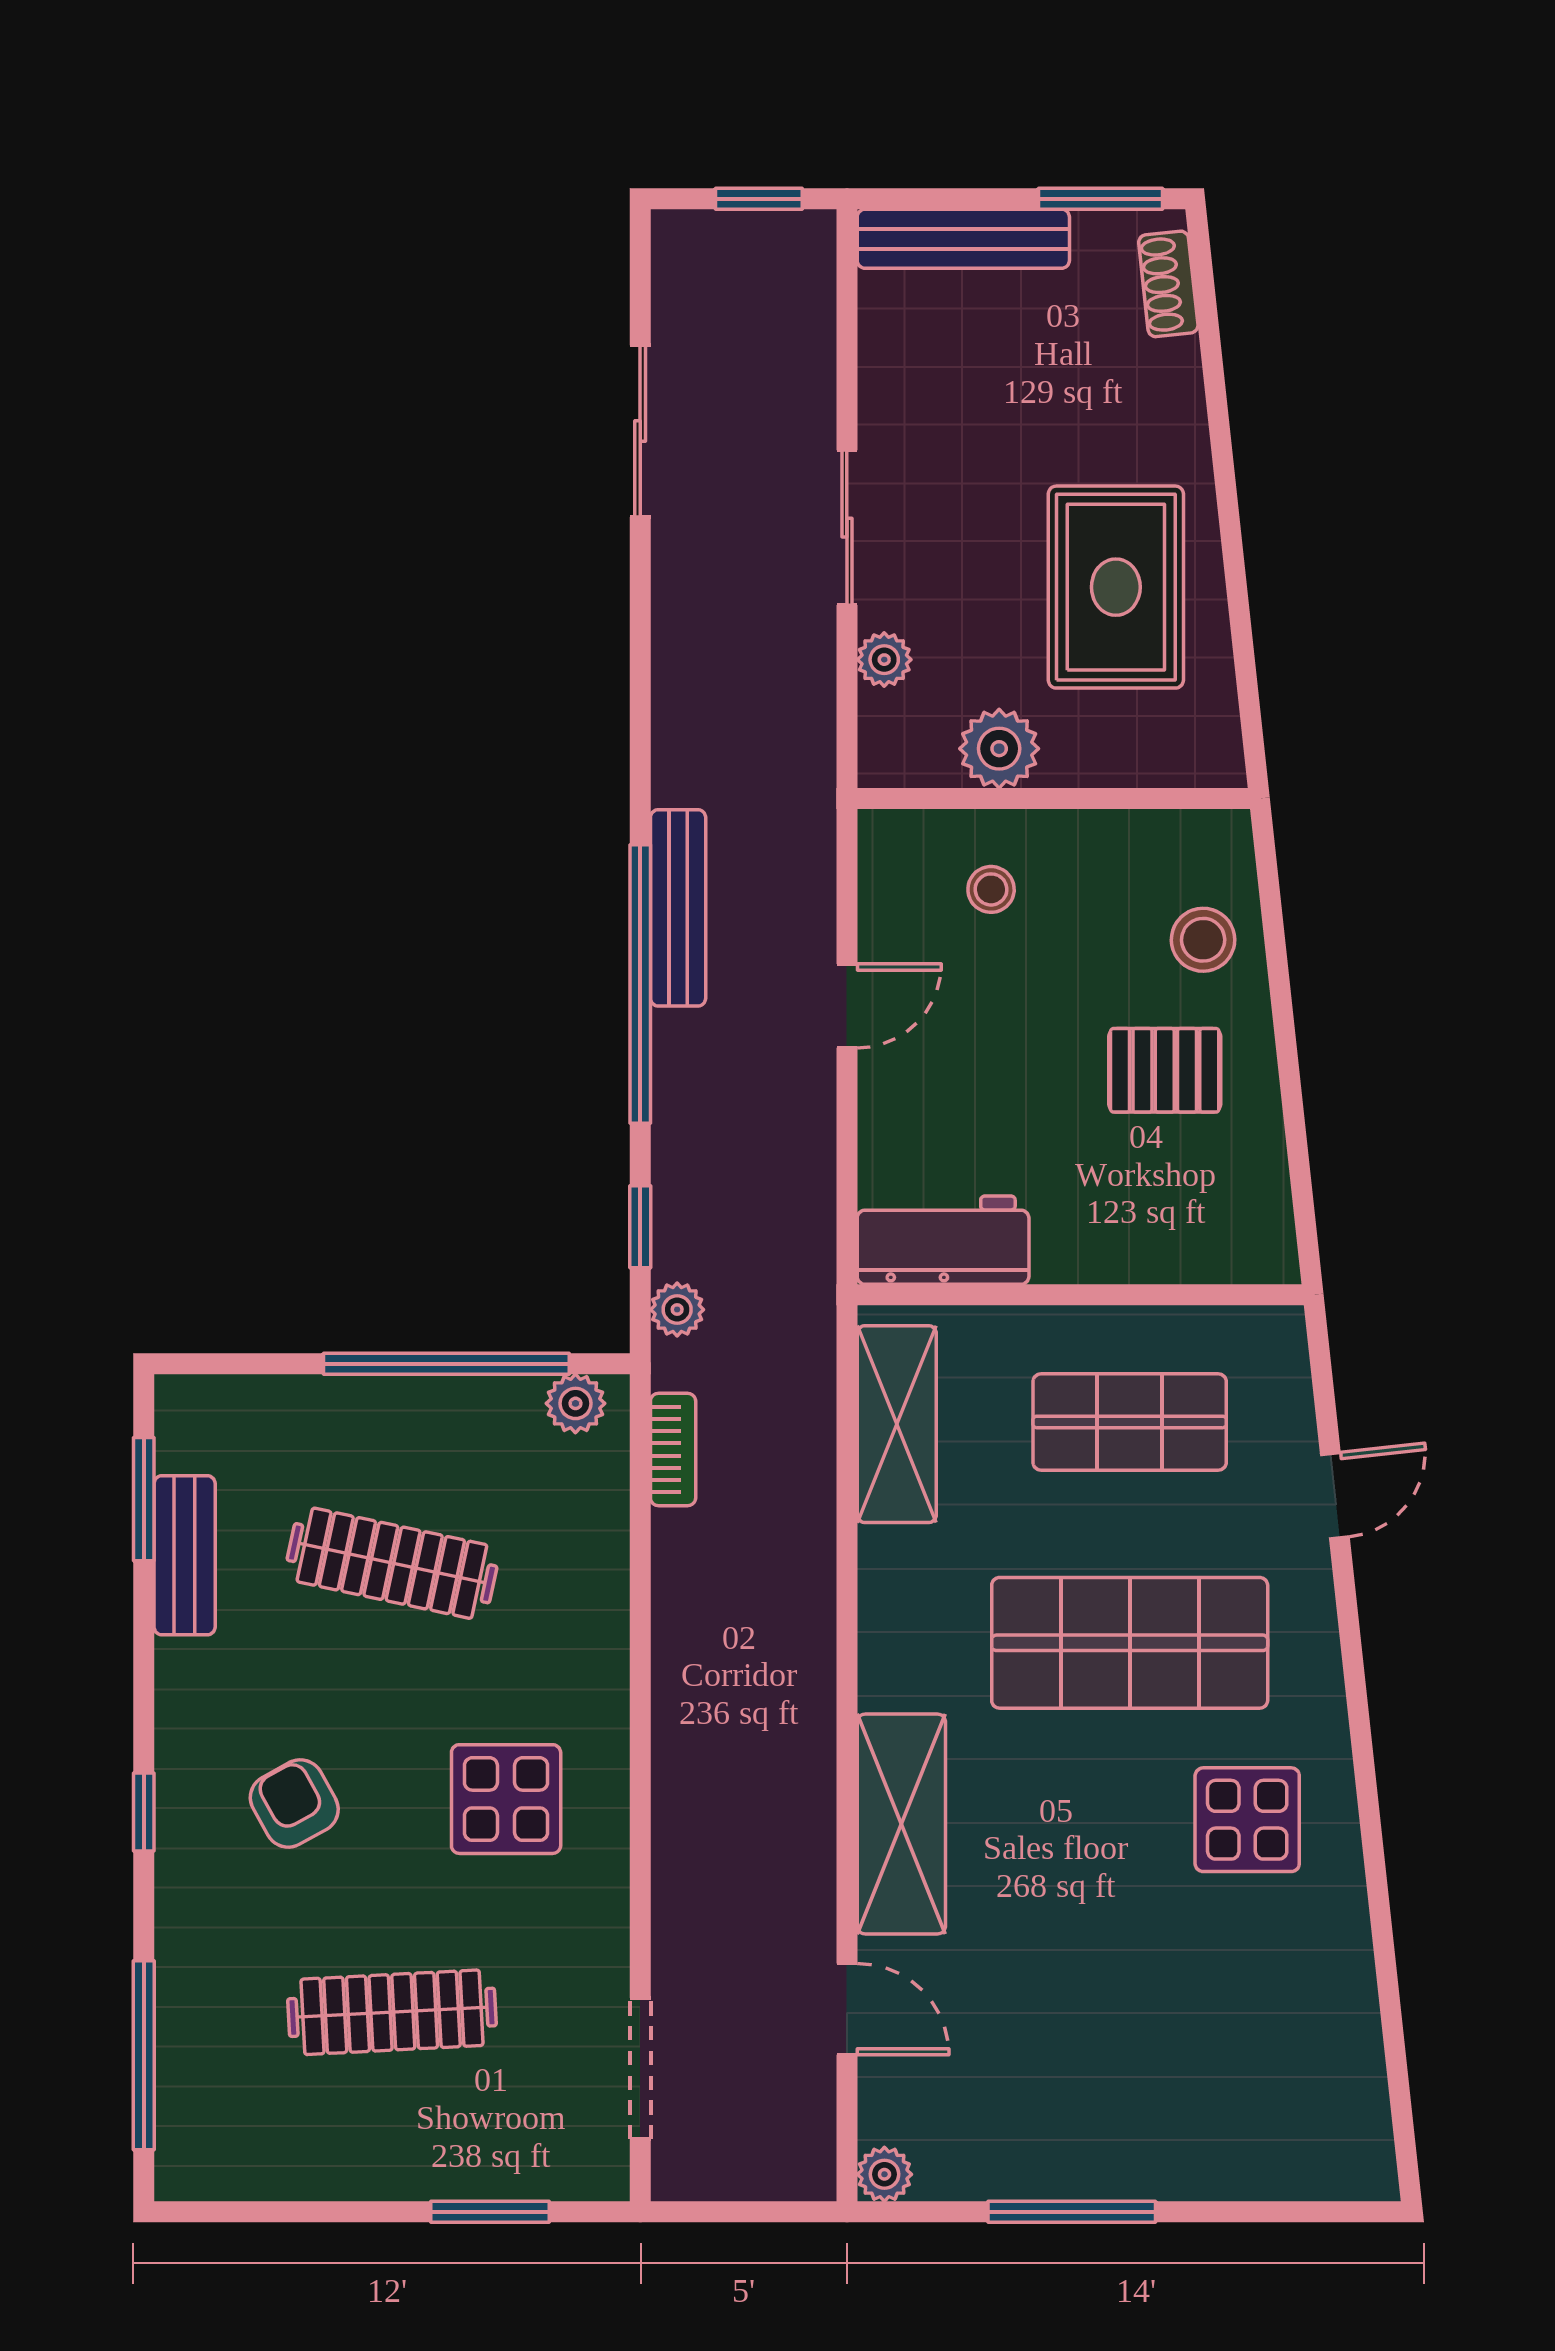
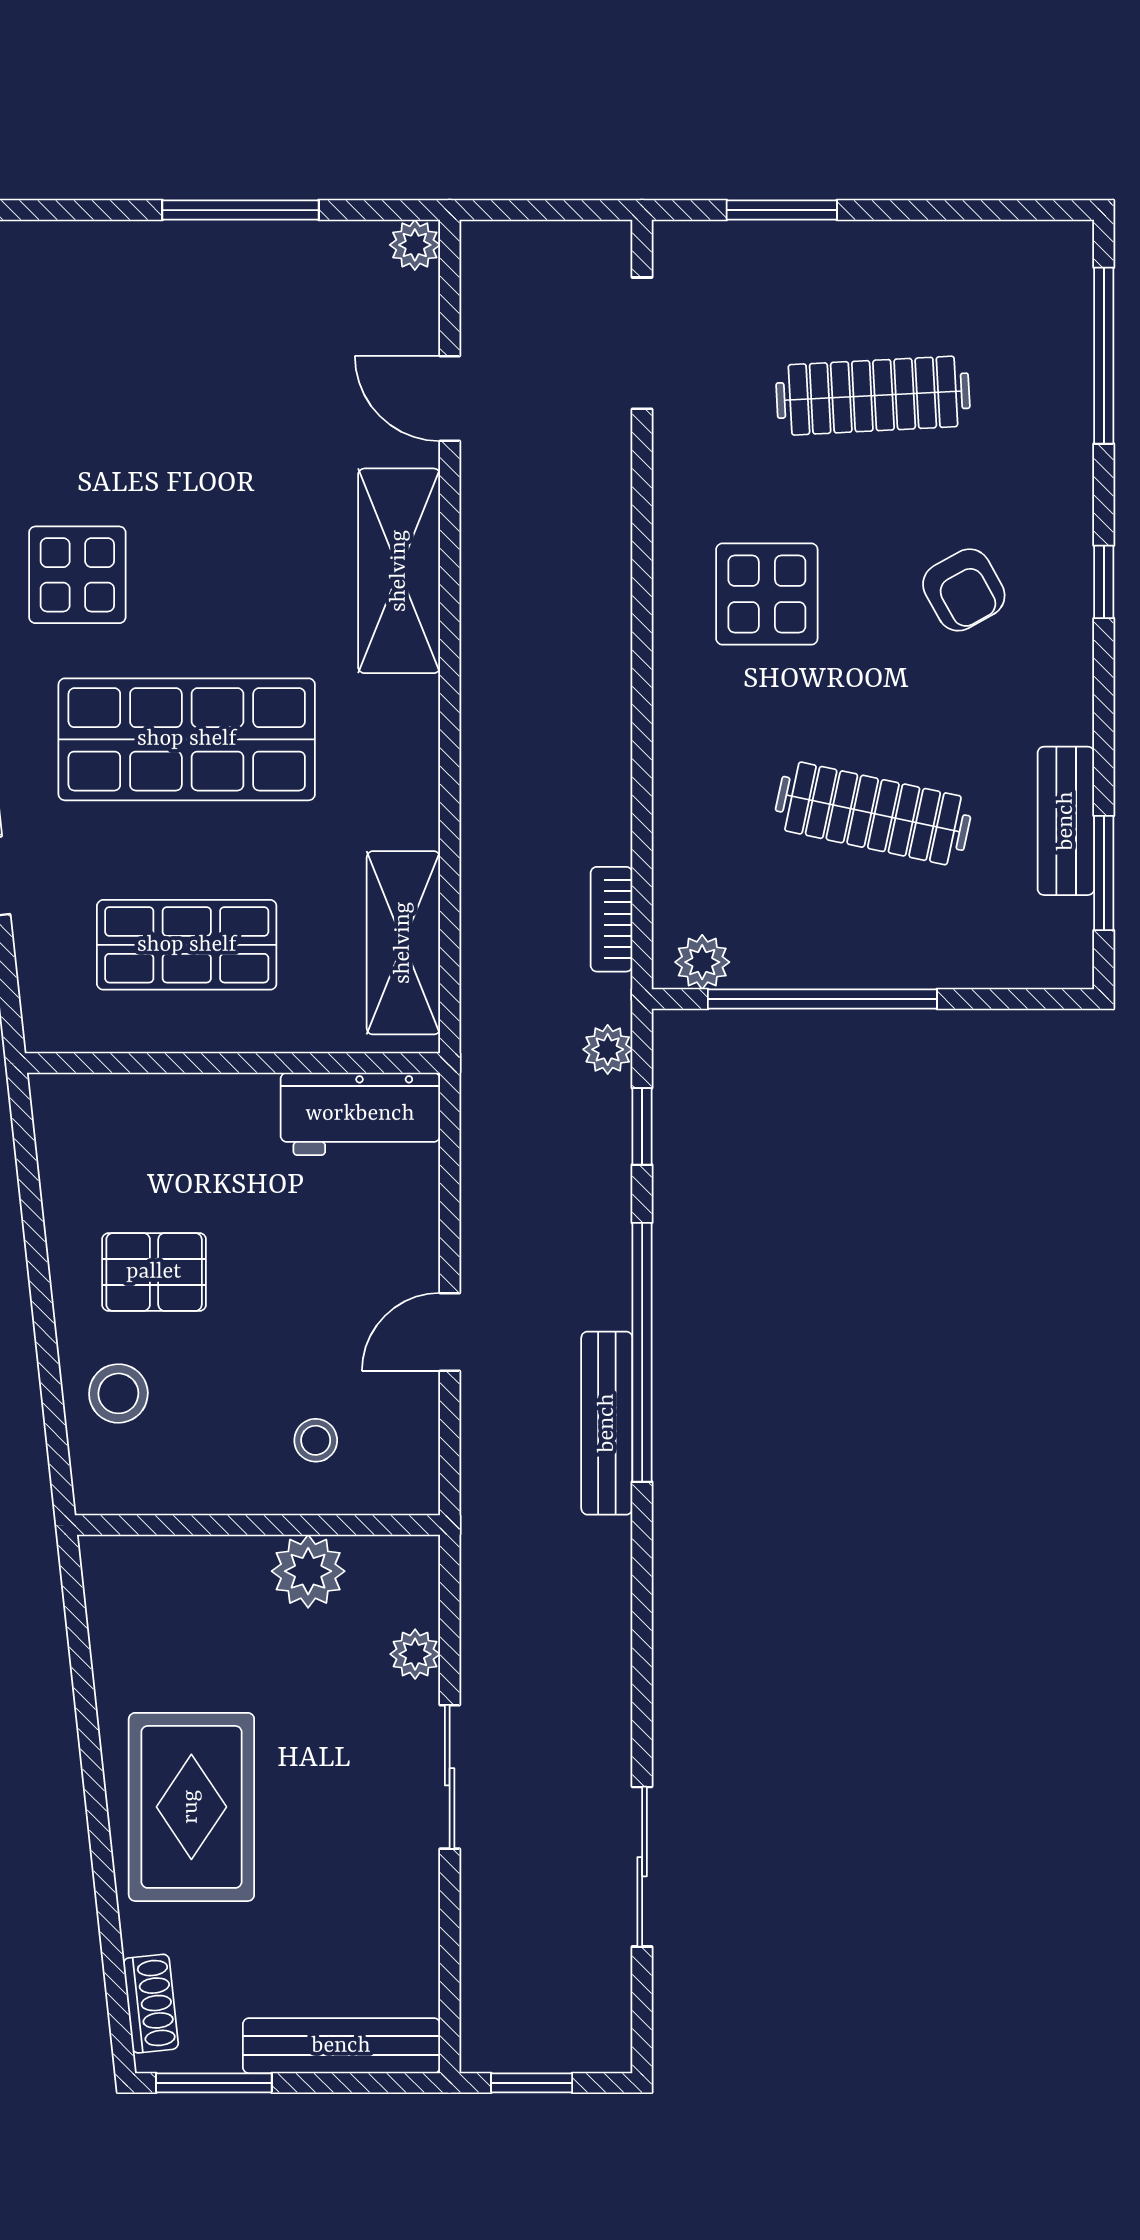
rug: (1116, 587) -> (191, 1807), moved

